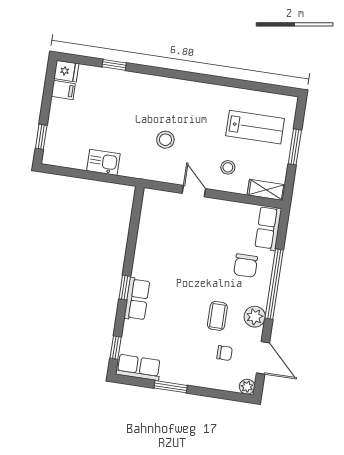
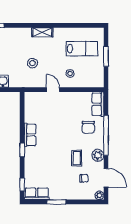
shelving: (266, 190) -> (42, 32), moved
row of seats: (137, 299) -> (30, 135), moved

